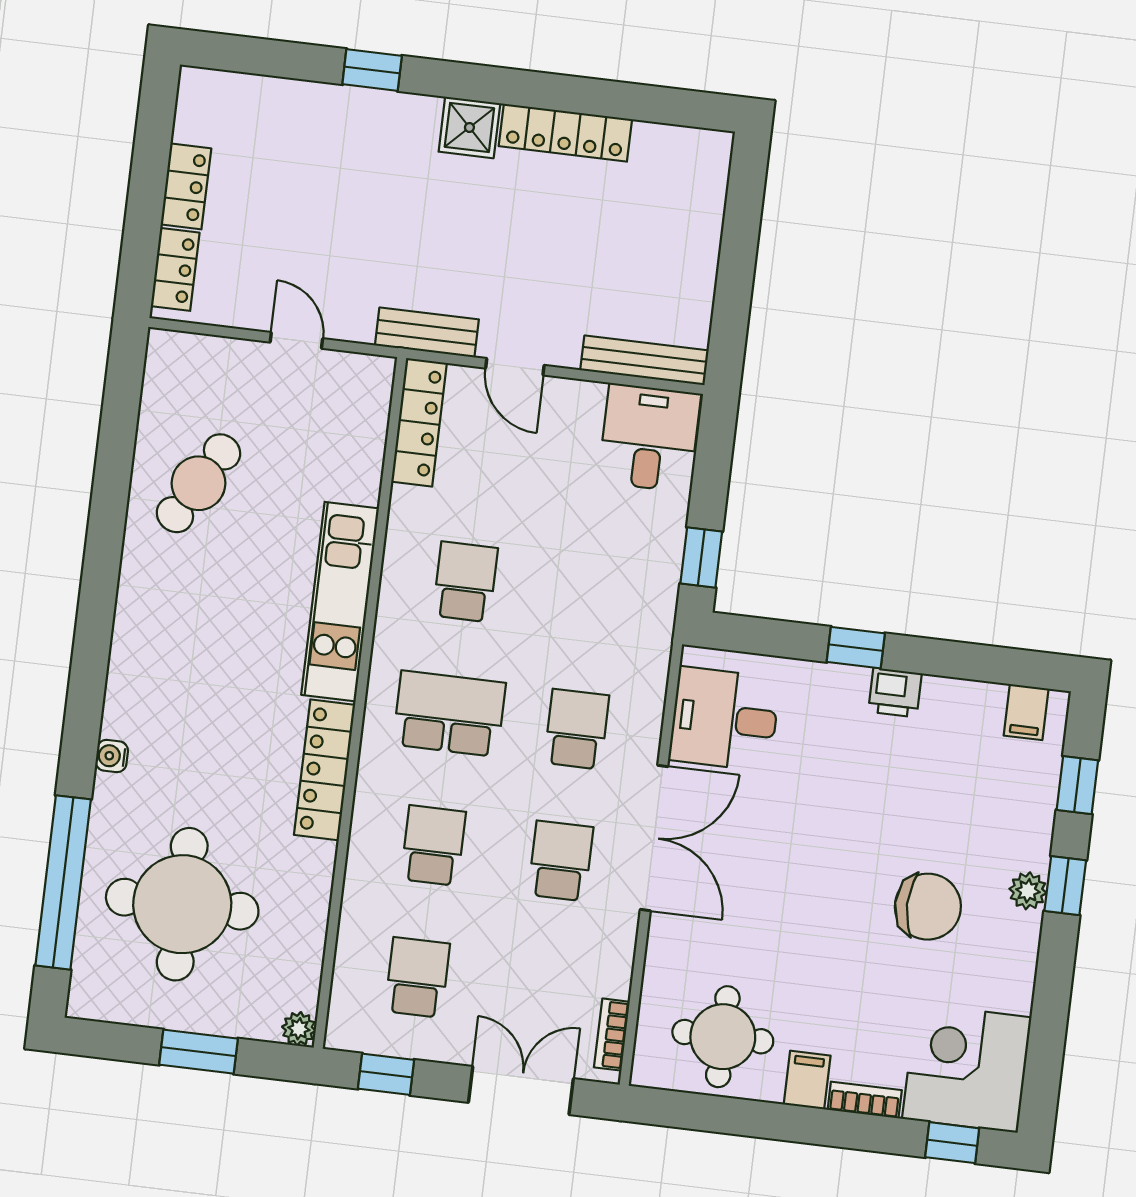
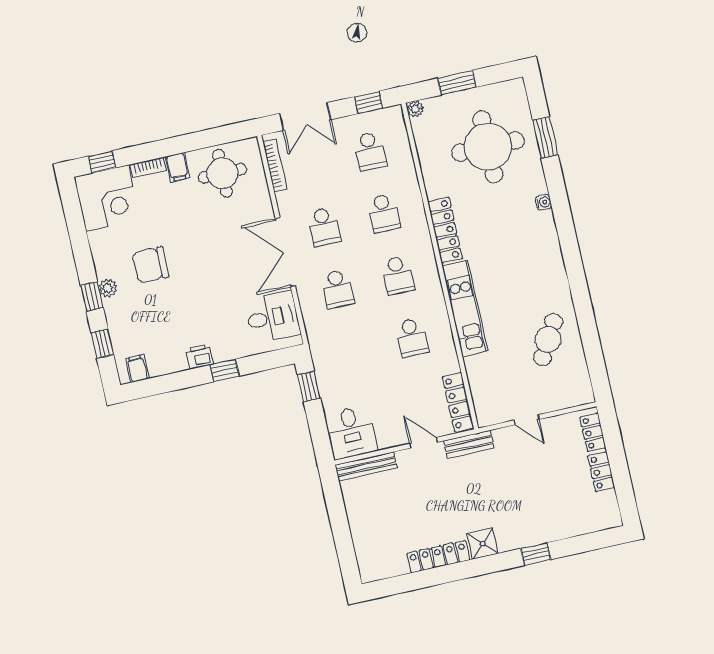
school desk: (449, 714) -> (398, 275), width x0.54
window: (63, 882) -> (545, 137), width x0.47
bookcase: (612, 1035) -> (275, 166), width x1.56

